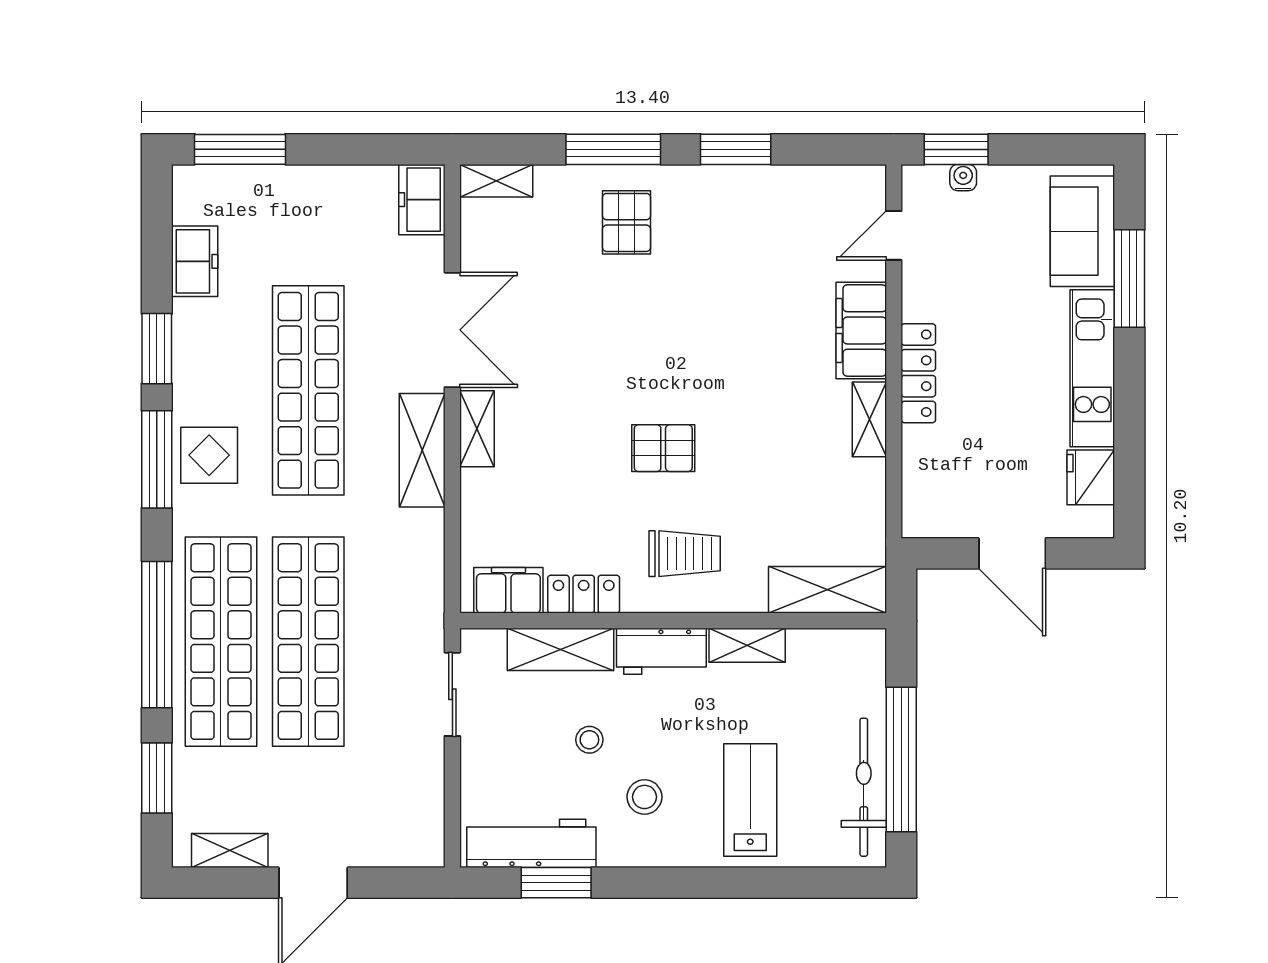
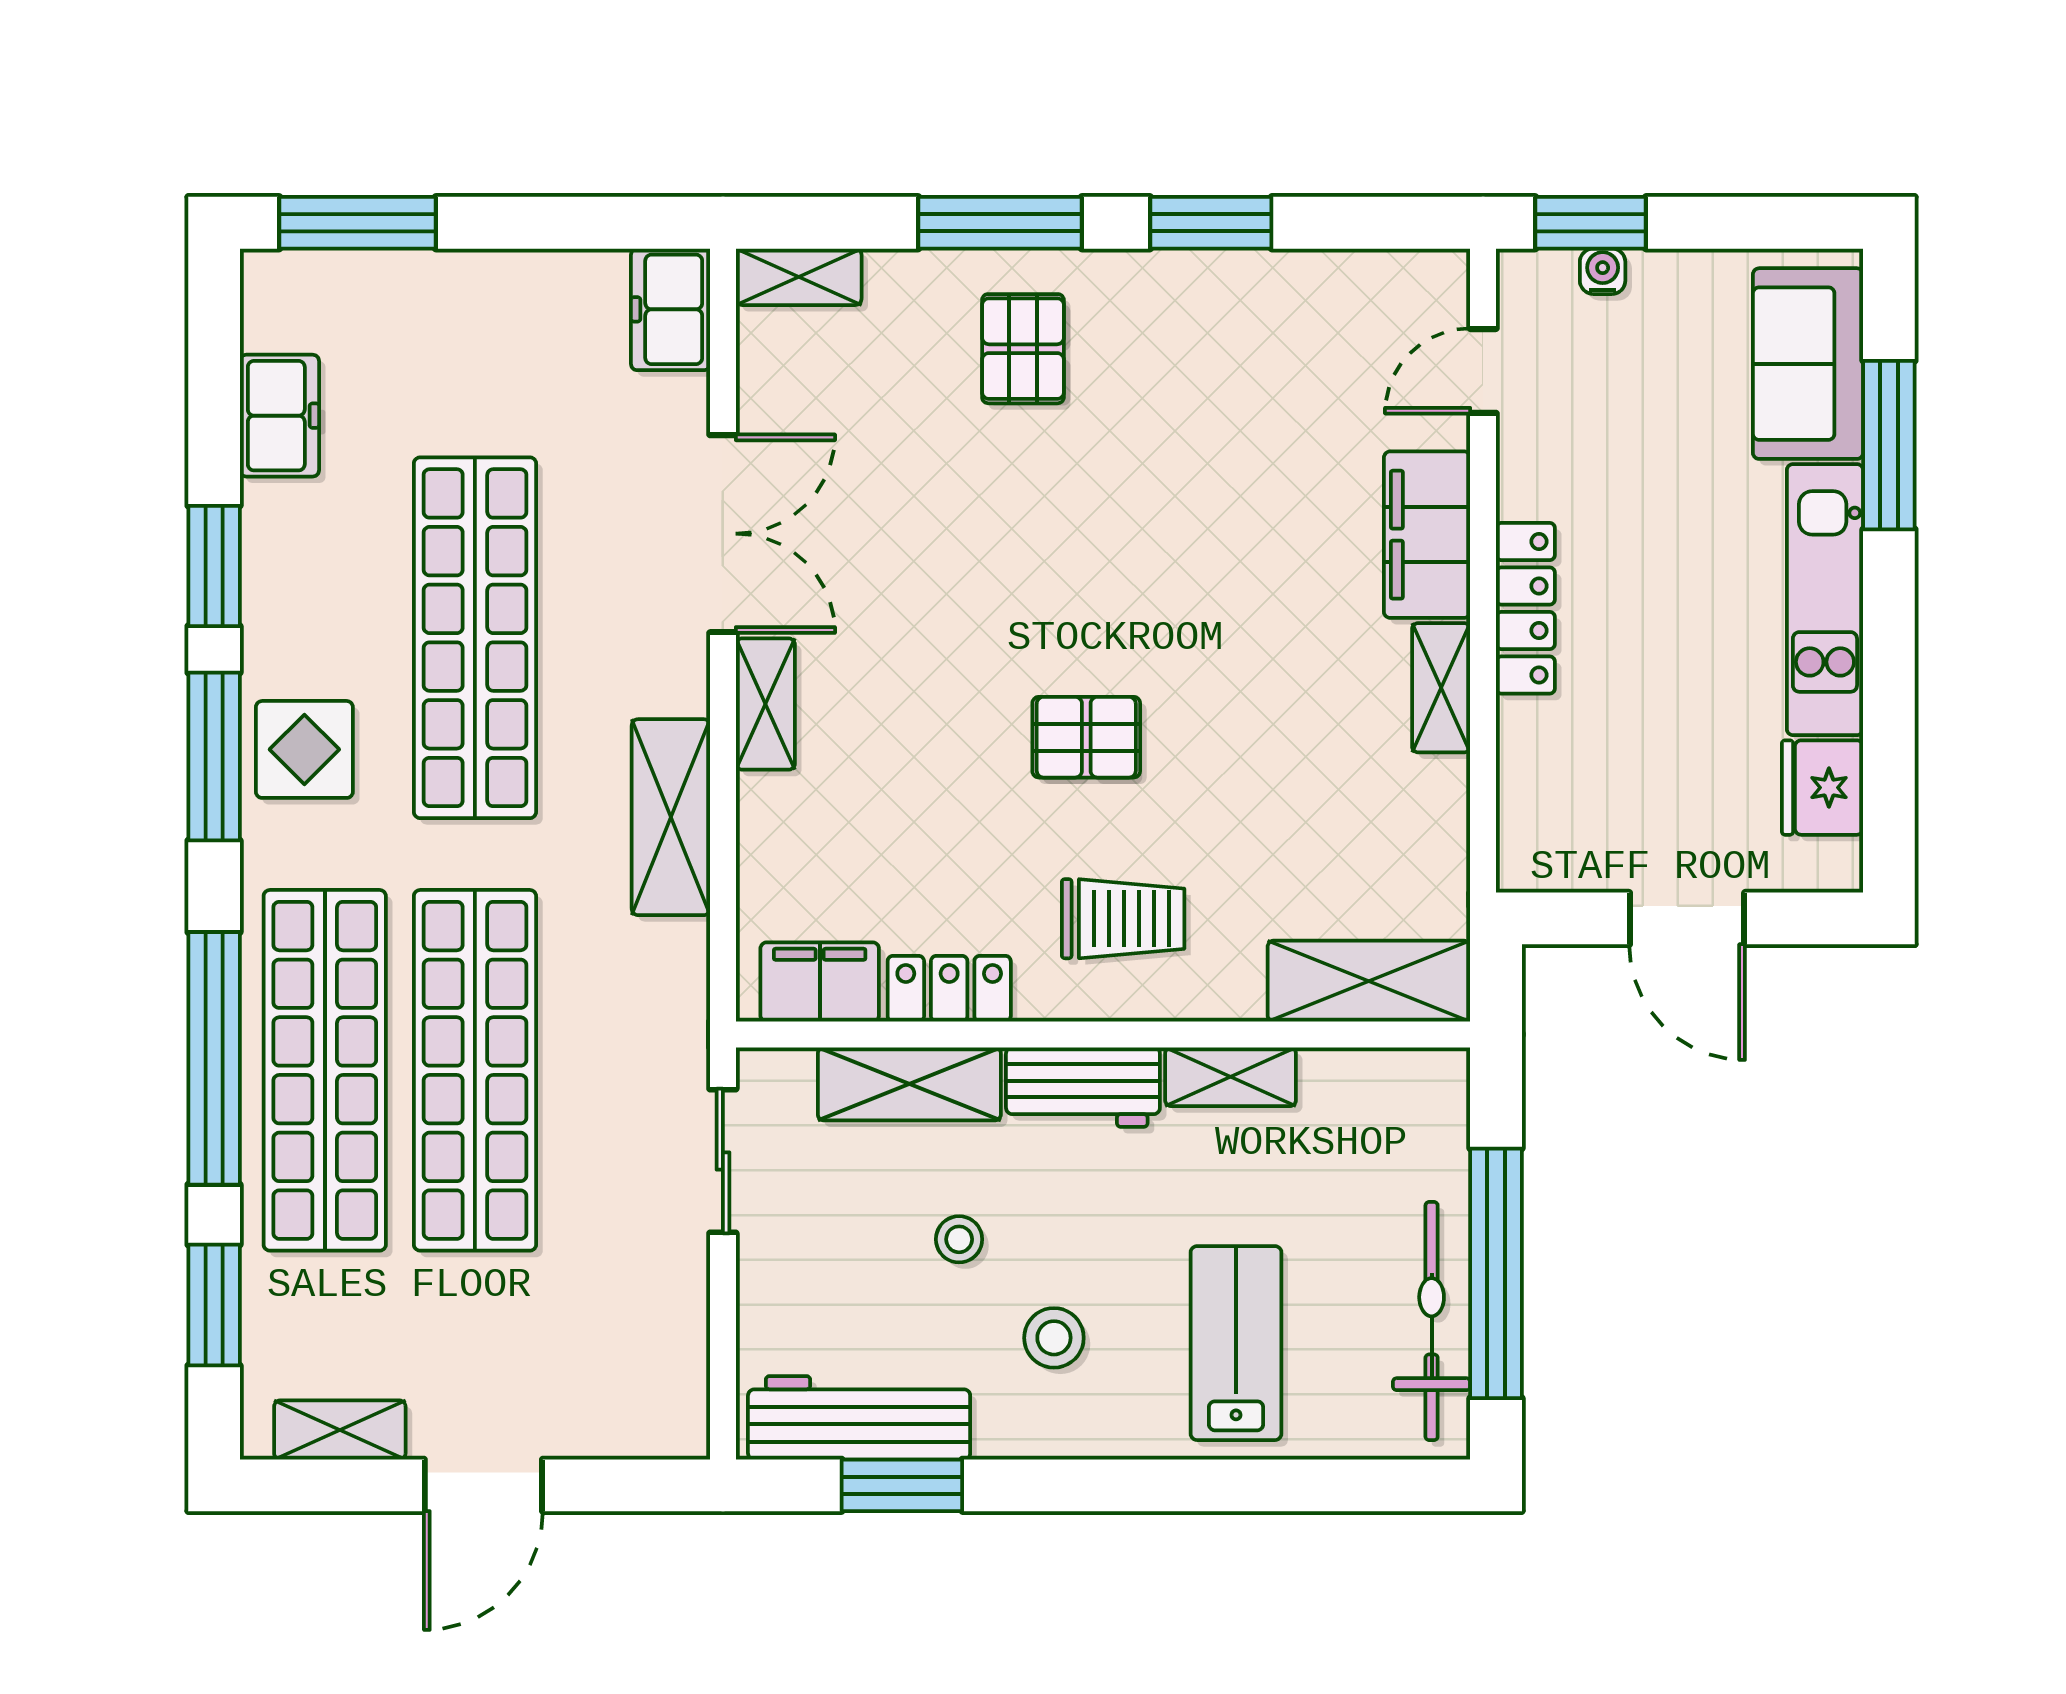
shelving: (422, 450) -> (671, 817), moved

